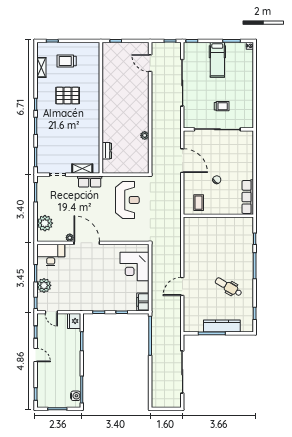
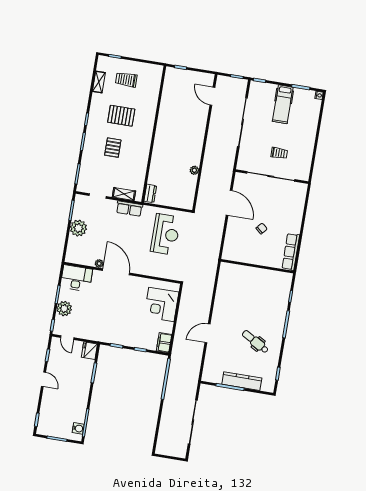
pallet: (65, 127) -> (113, 148), added
dresser: (107, 151) -> (150, 193), moved
coffee table: (199, 203) -> (239, 249), removed
plant: (45, 223) -> (78, 228), moved

